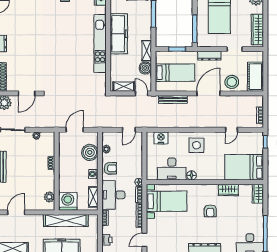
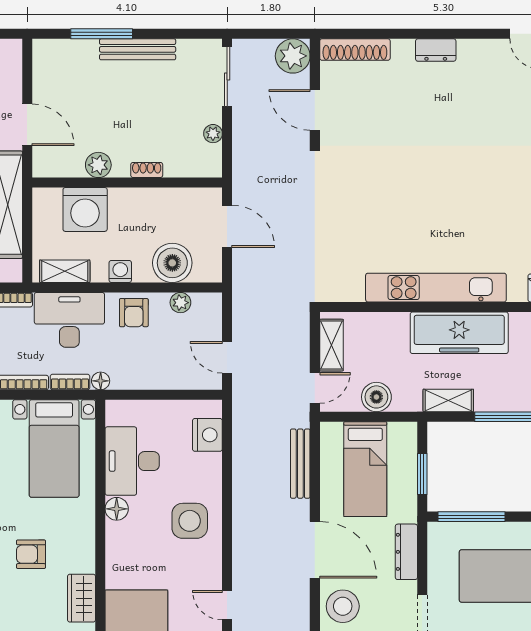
shelving: (147, 51) -> (448, 400), moved
plant: (49, 197) -> (98, 165), moved
washing machine: (68, 201) -> (85, 209), moved, turned 90
door: (16, 212) -> (27, 125), moved

